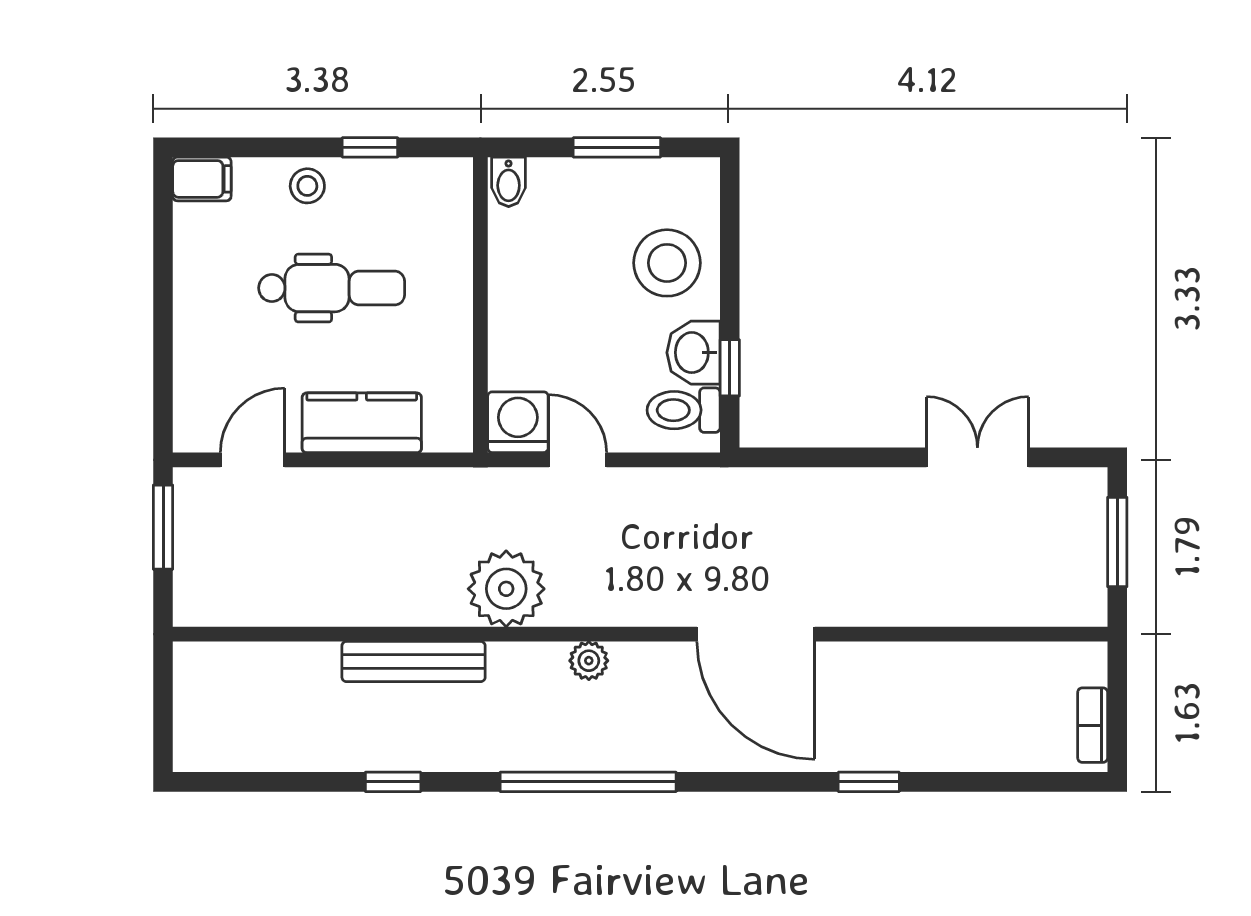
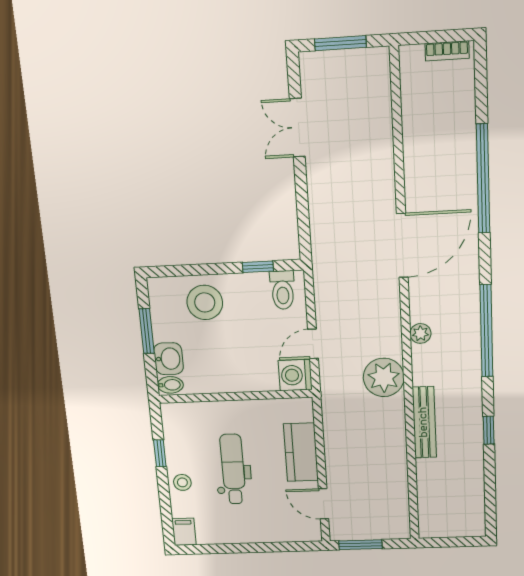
washbasin: (693, 353) -> (169, 359), moved, turned -90
window: (869, 782) -> (483, 179), width x3.17

